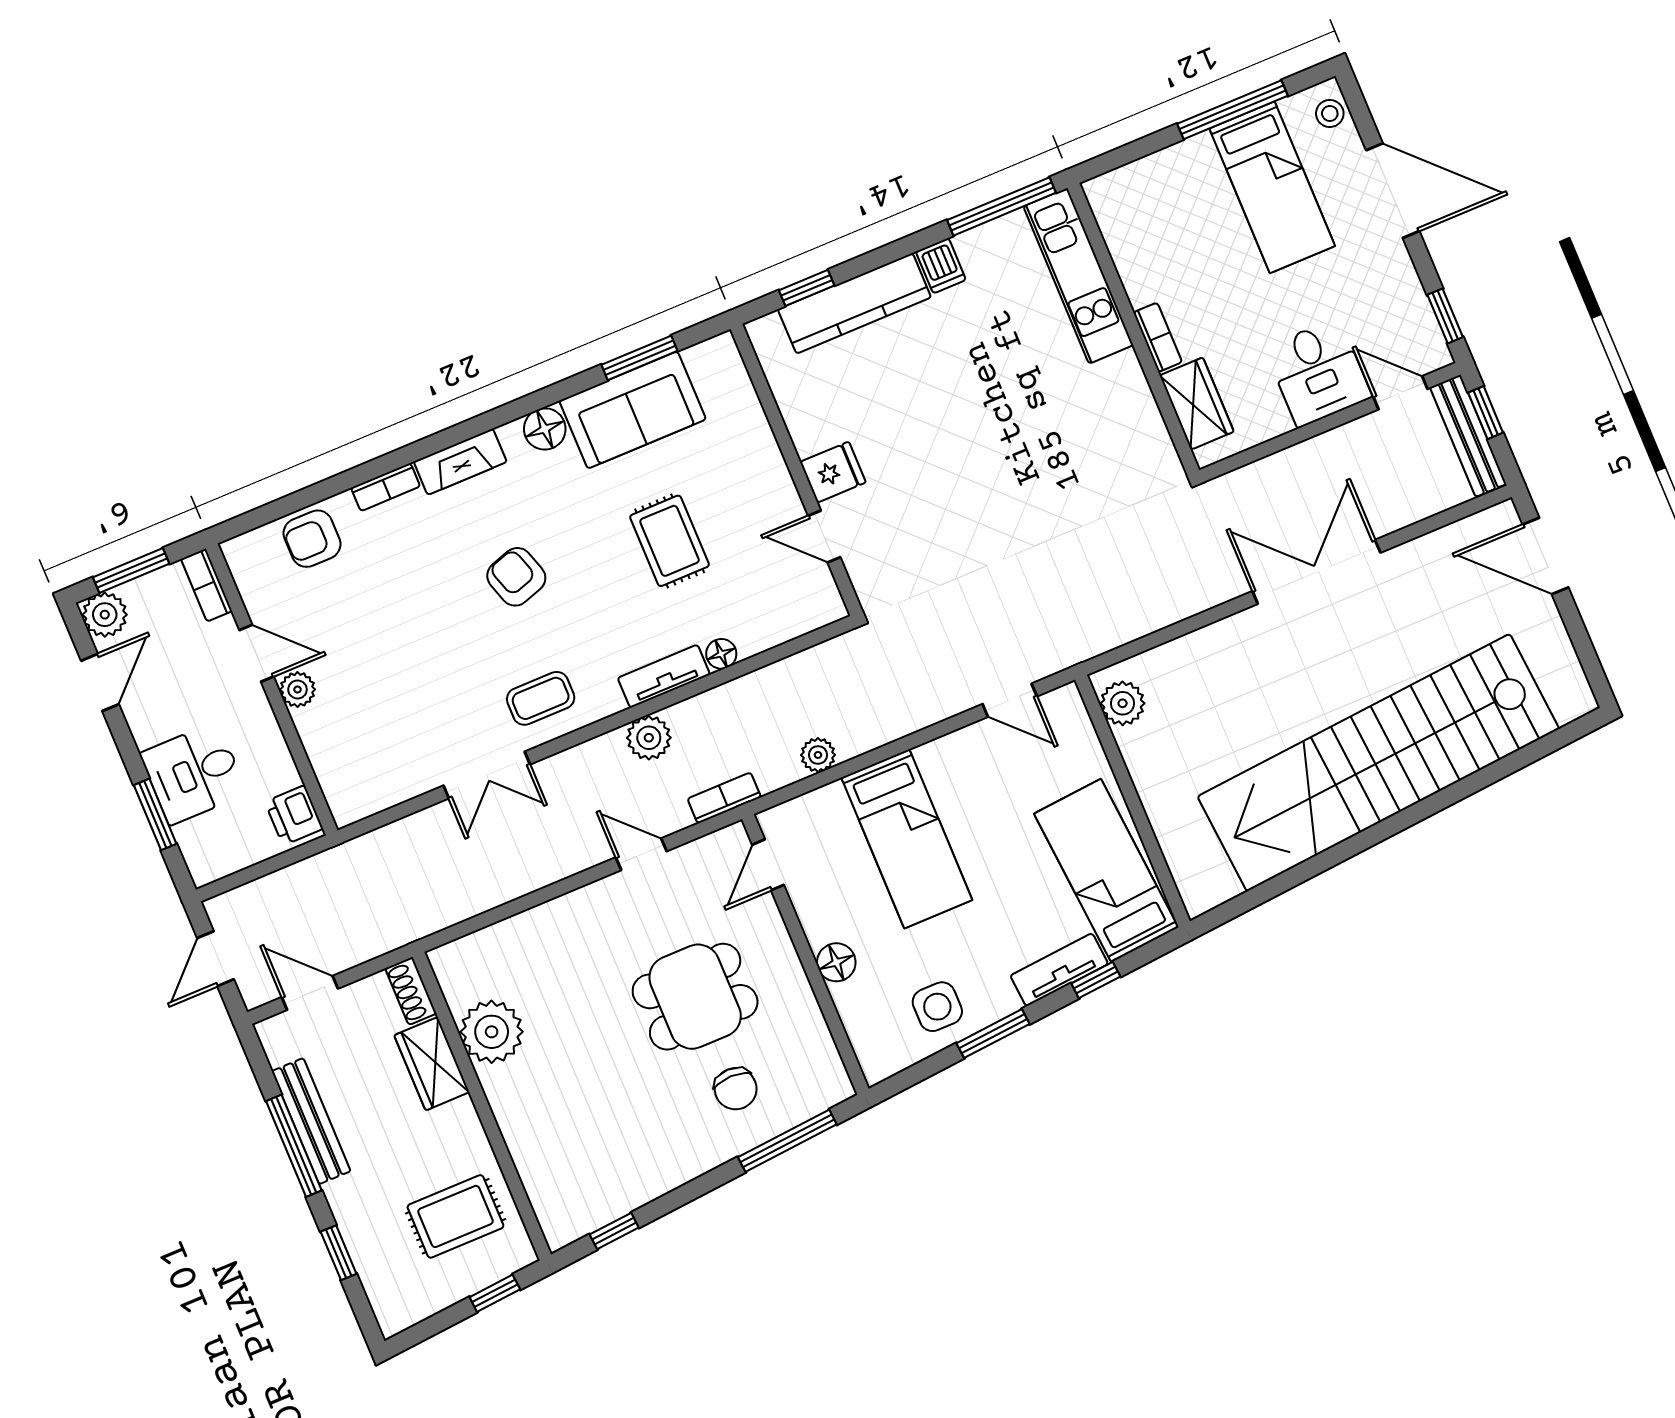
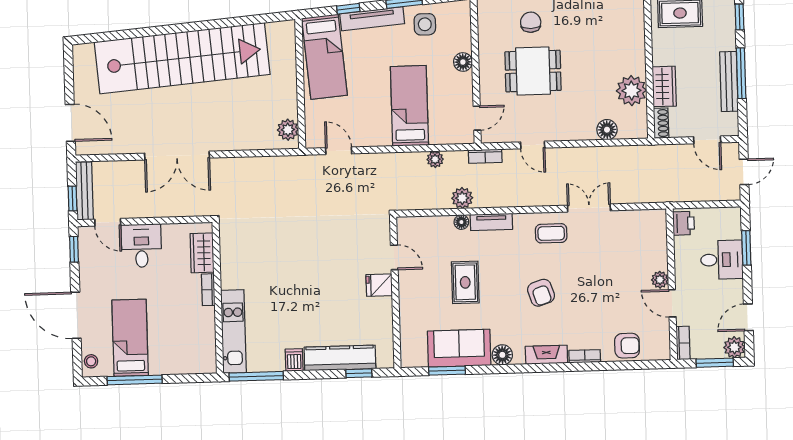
plant: (649, 738) -> (462, 198), moved
floor lamp: (510, 939) -> (607, 130), added
tv unit: (1059, 970) -> (372, 19), width x1.41

